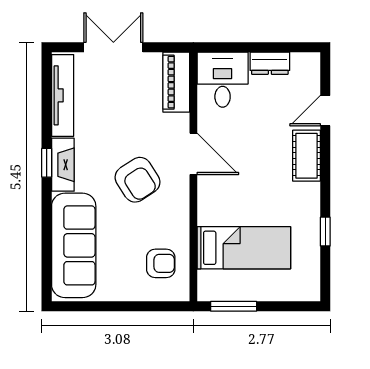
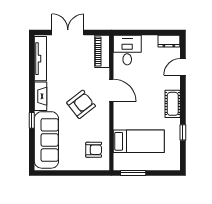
dresser: (270, 63) -> (169, 41), moved
cot: (307, 156) -> (173, 104), moved
window: (47, 163) -> (32, 120), moved
armchair: (137, 180) -> (81, 104), turned -95

